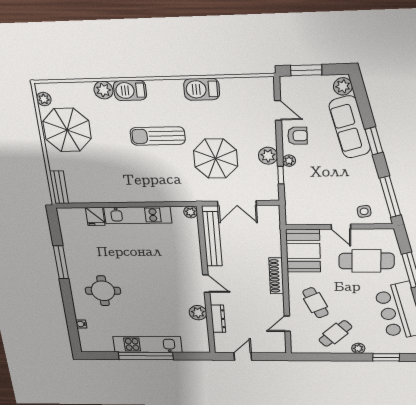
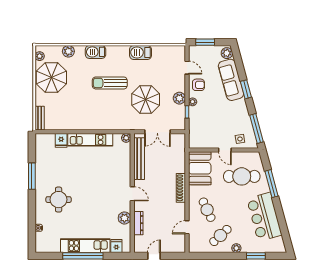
plant: (103, 90) -> (68, 51), moved
fridge: (190, 345) -> (116, 246), added

